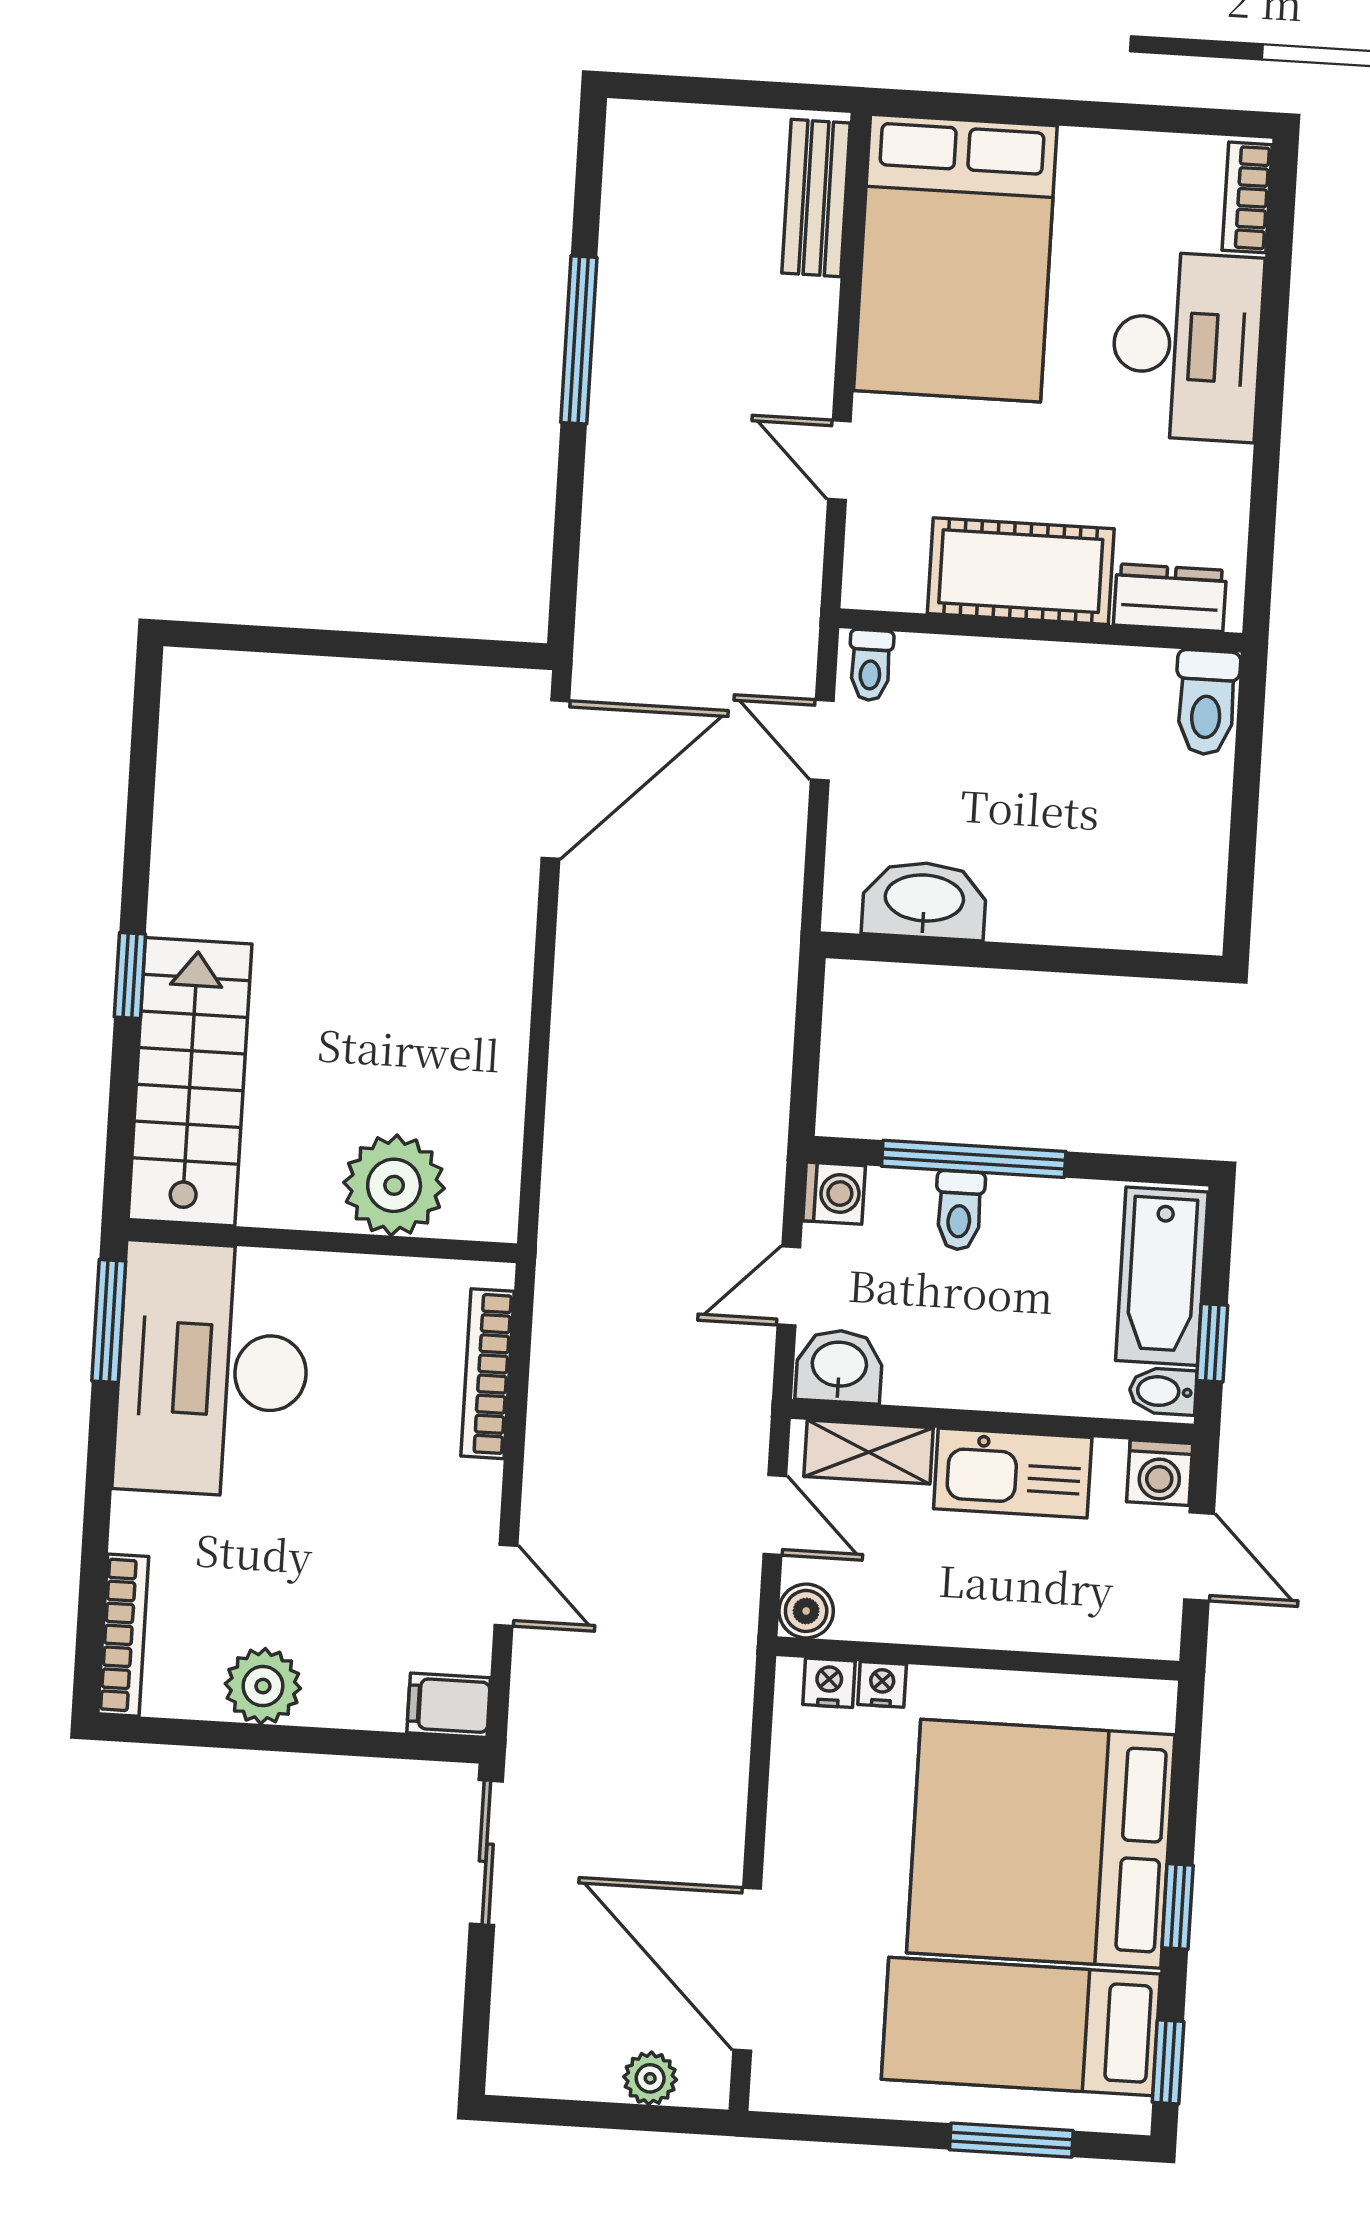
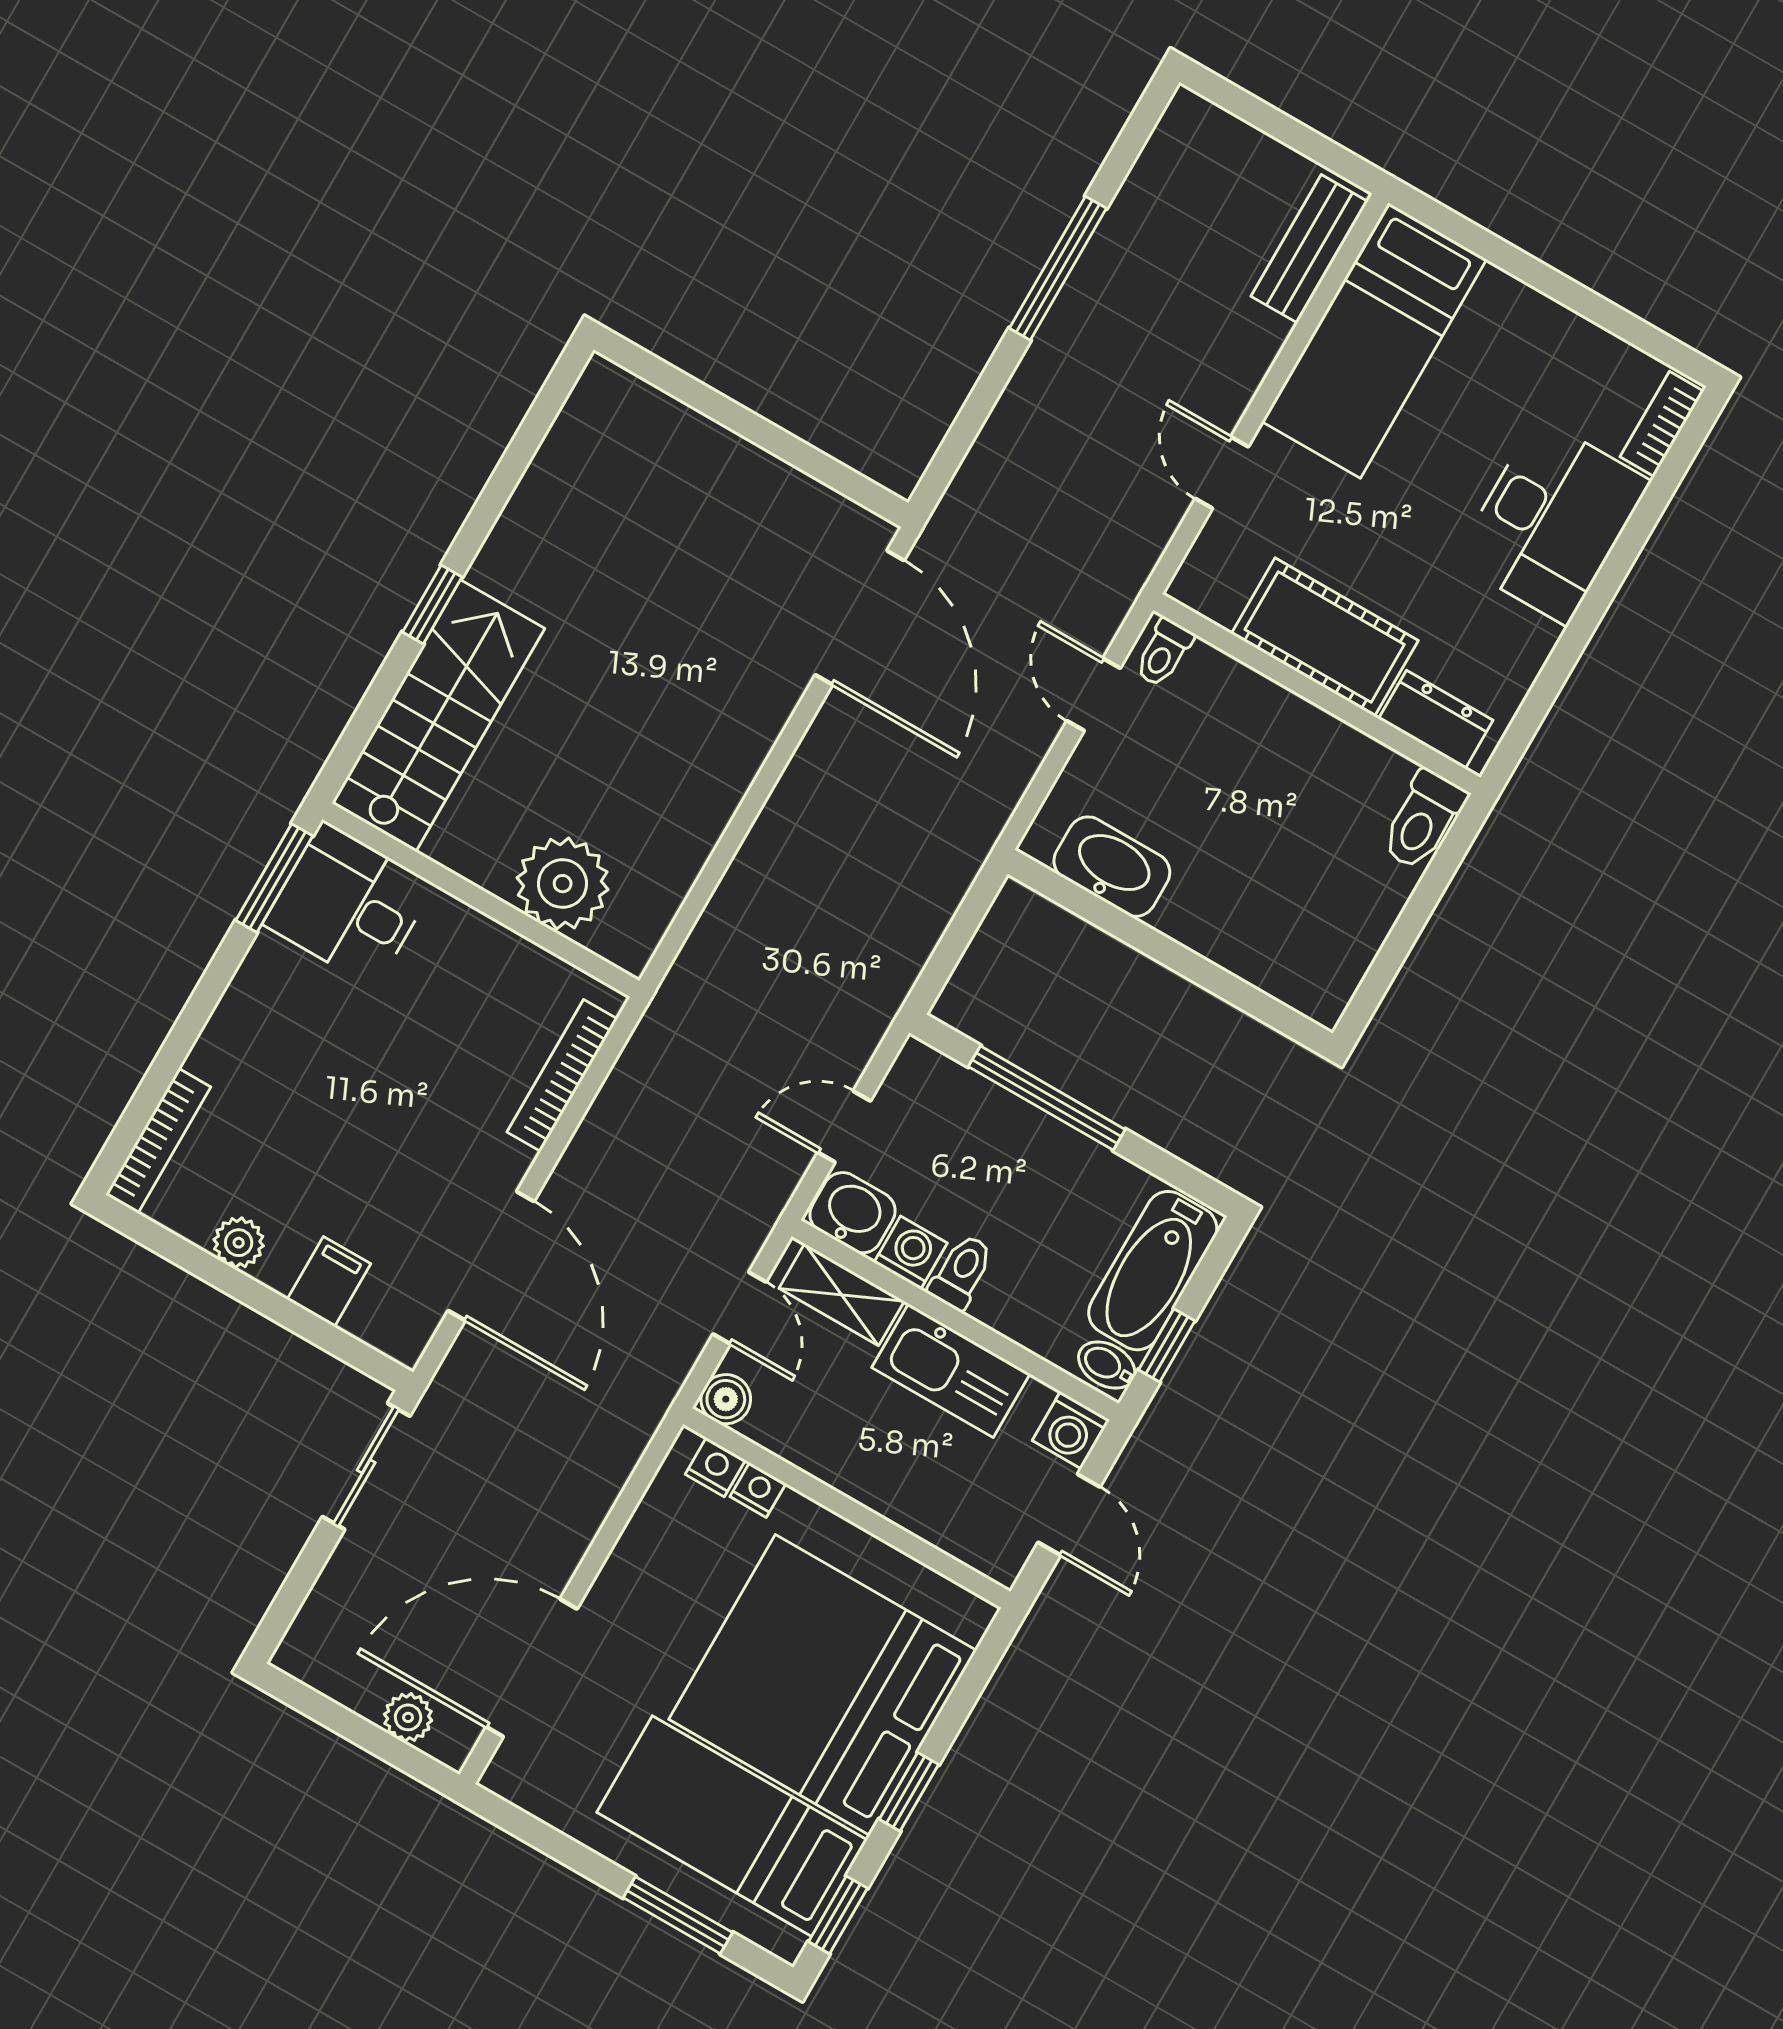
bed: (955, 258) -> (1374, 340), width x0.67
door: (555, 779) -> (860, 618), hinge flipped
washing machine: (834, 1193) -> (911, 1253), moved, turned -90
toilet: (959, 1210) -> (961, 1272), moved, turned 180
desk: (213, 1370) -> (349, 904), width x0.53, depth x0.77
door: (506, 1585) -> (491, 1256), width x1.88
plant: (263, 1686) -> (239, 1243), width x0.73, depth x0.73
filing cabinet: (449, 1705) -> (329, 1282), moved, turned 90
door: (747, 1969) -> (532, 1668), hinge flipped

